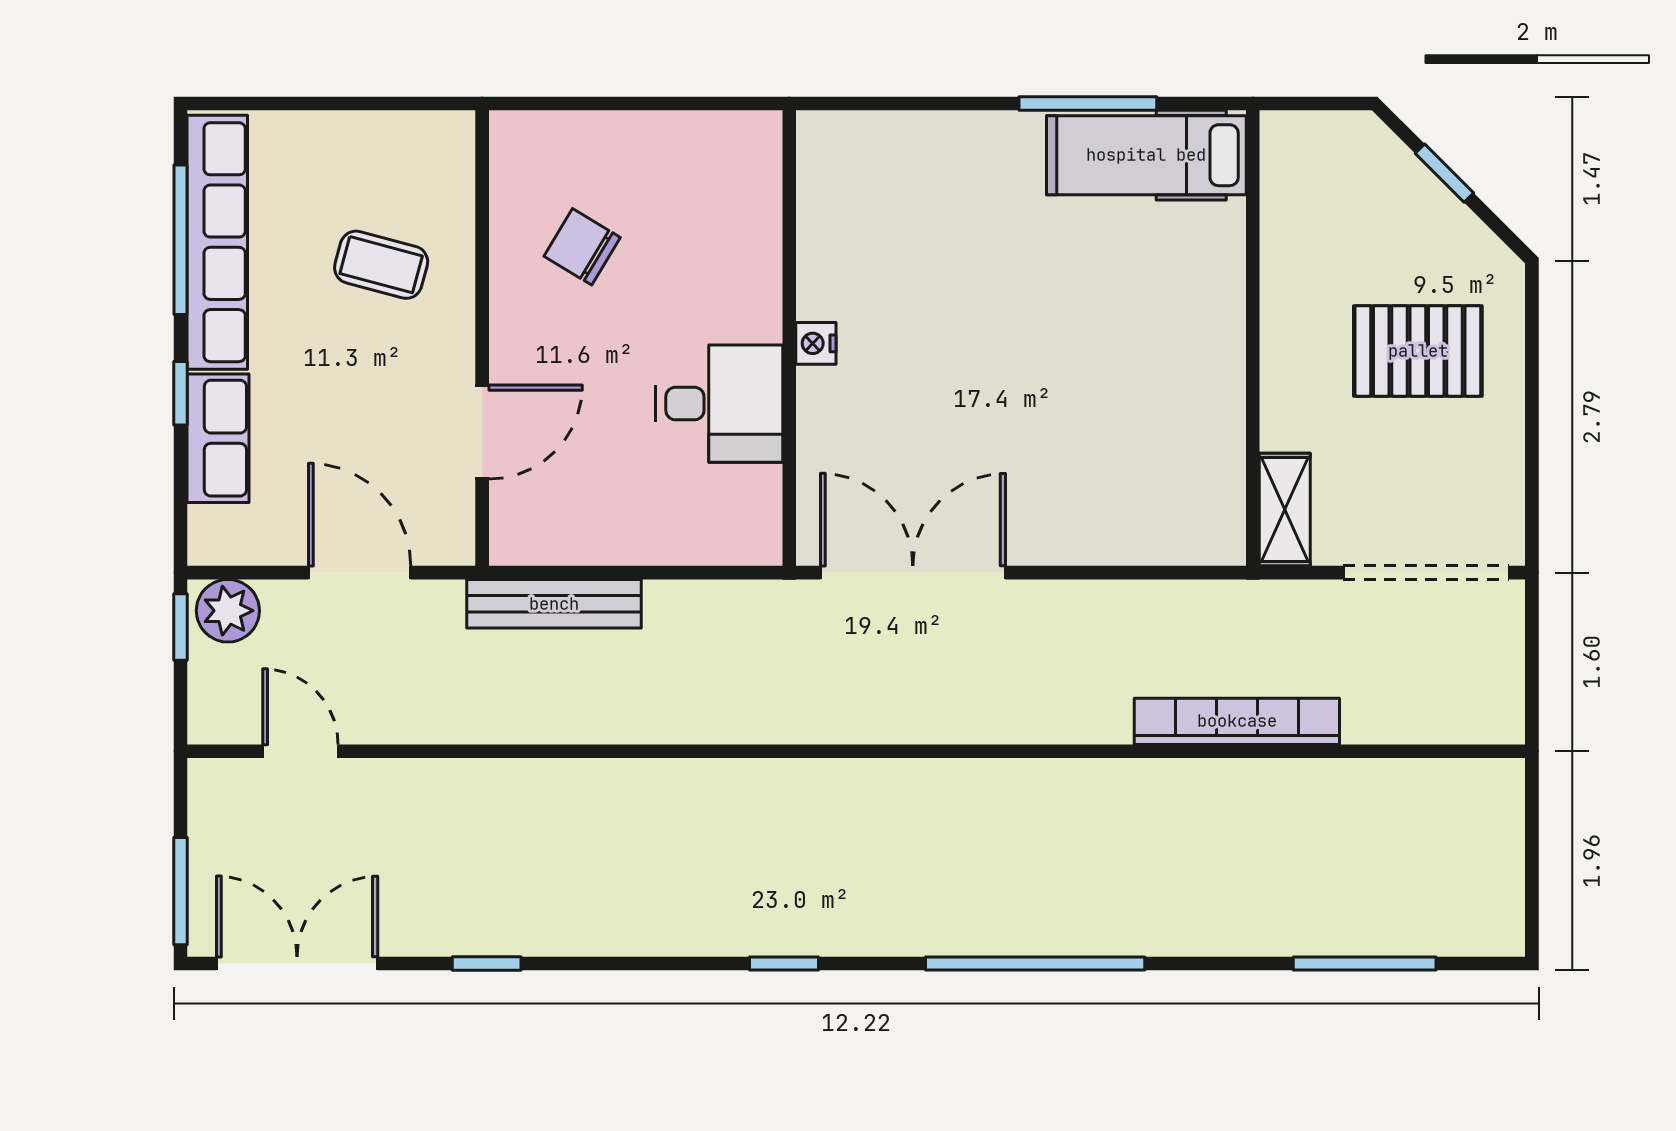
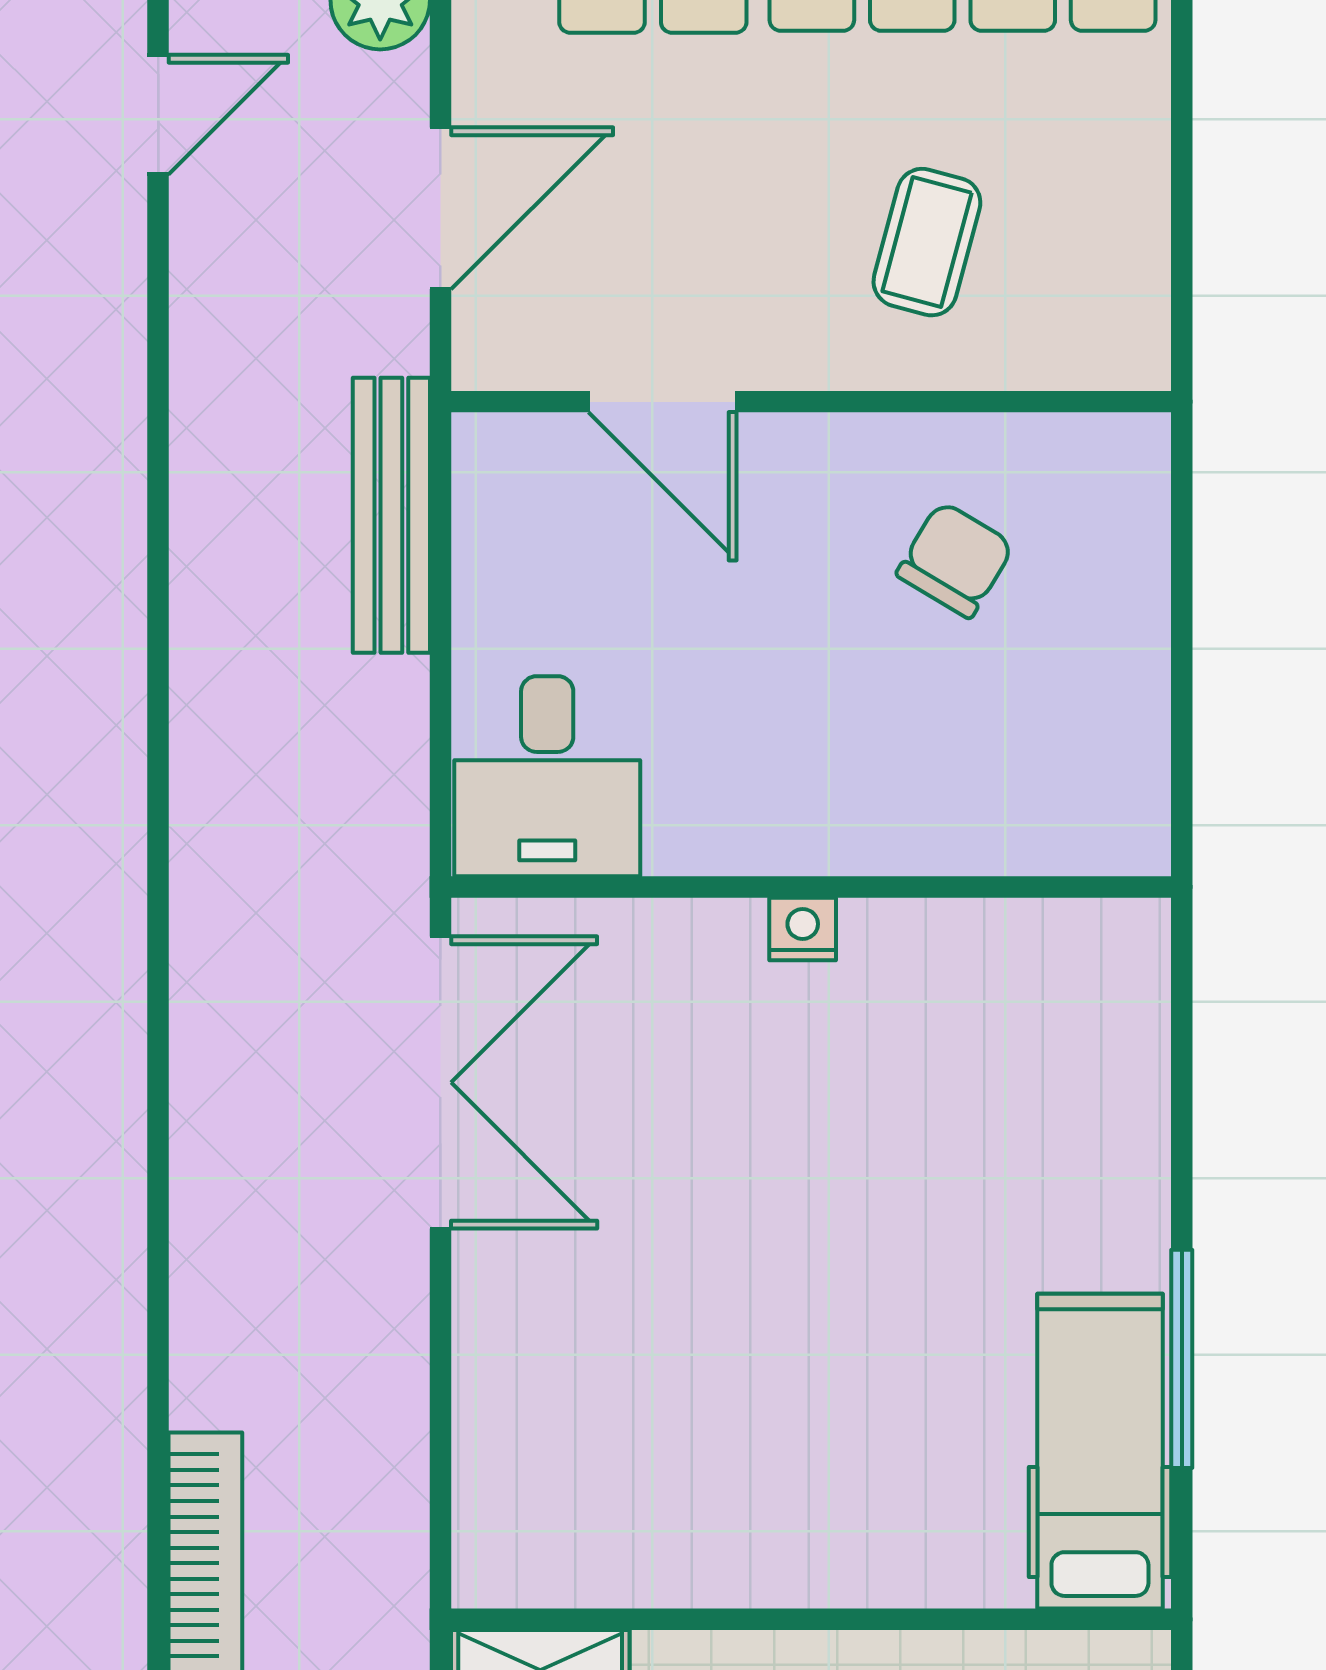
desk: (719, 404) -> (547, 776), moved

